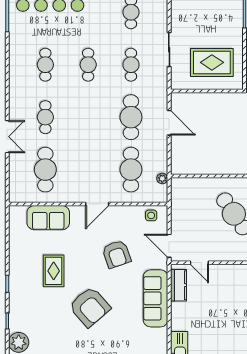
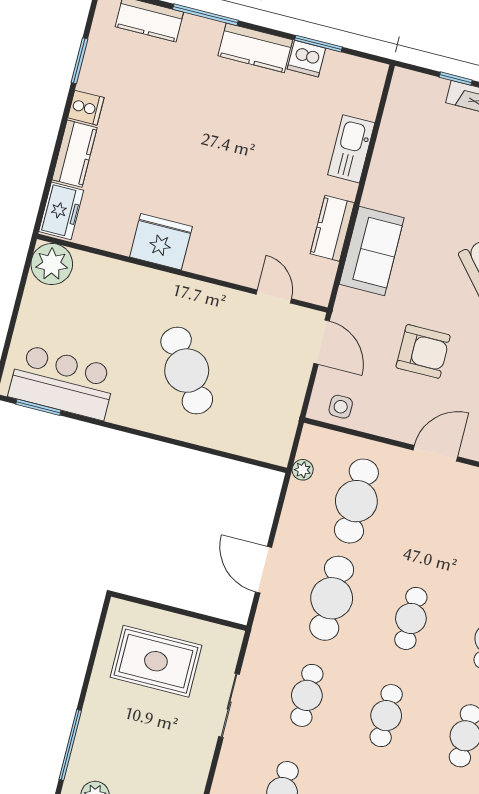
cafe table: (88, 117) -> (411, 618), added
armchair: (116, 254) -> (423, 351), turned 109
kitchen counter: (178, 285) -> (332, 228), moved
sofa: (156, 298) -> (372, 251), width x0.73

